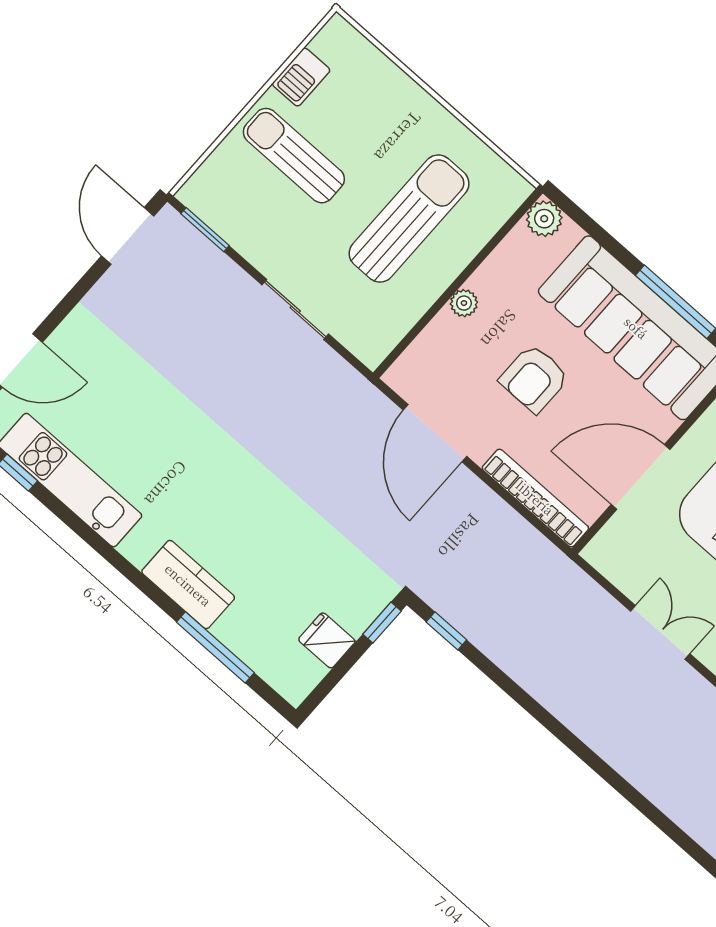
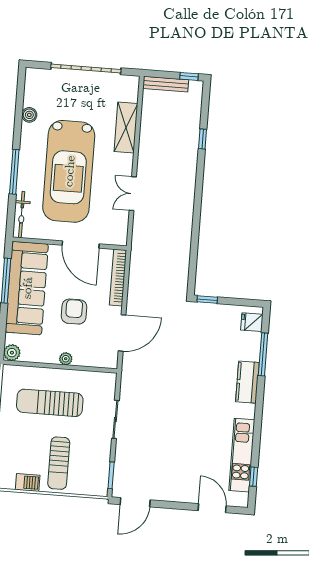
armchair: (534, 378) -> (74, 312), turned -90
window: (446, 631) -> (203, 139), moved
fridge: (327, 640) -> (252, 322), moved, turned 90

